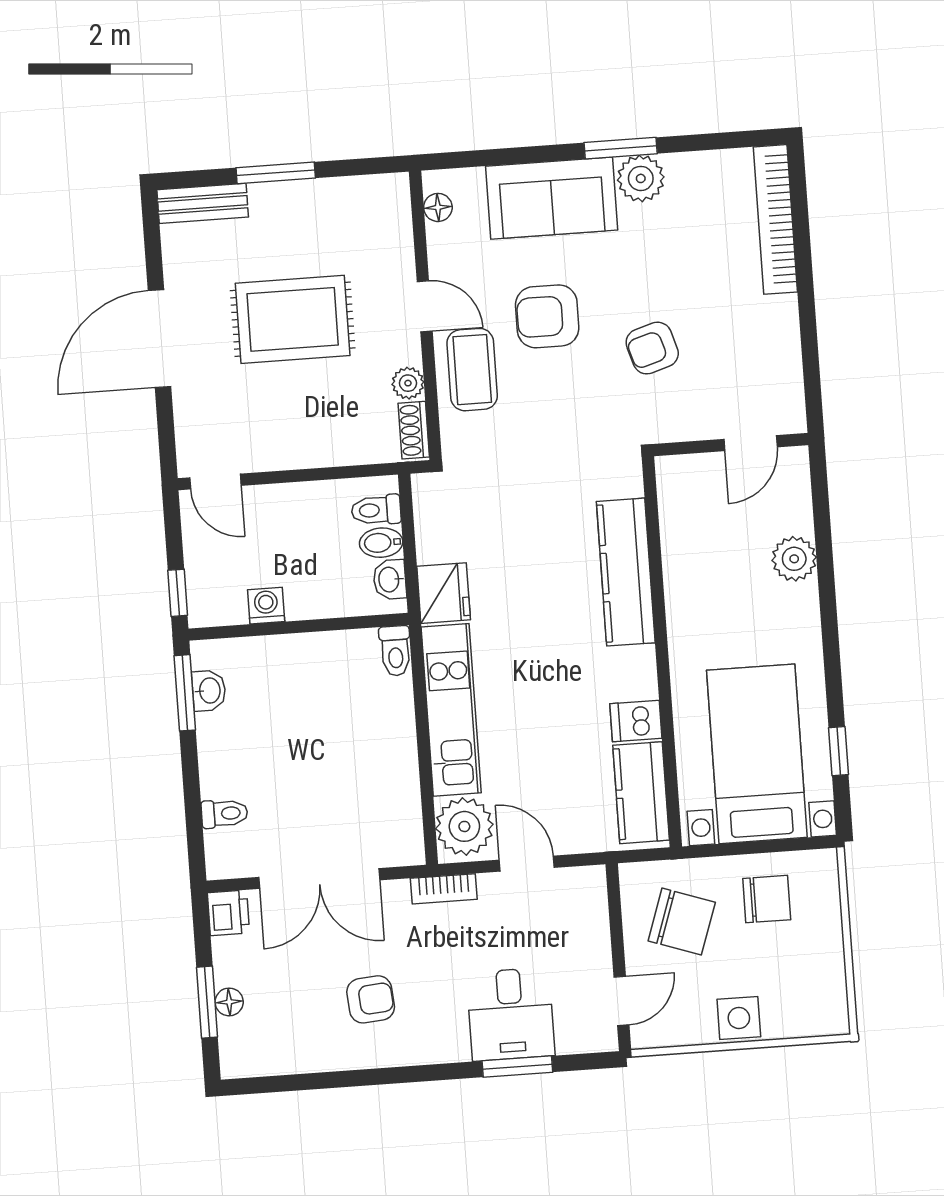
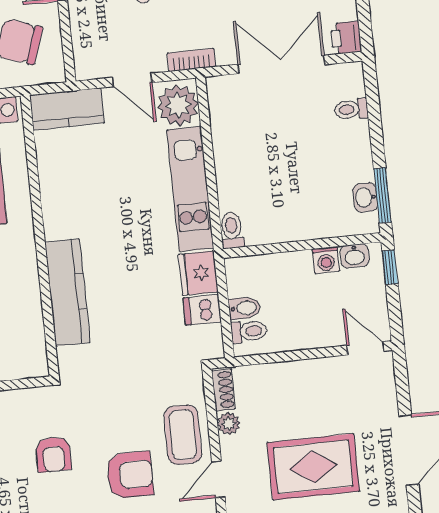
door: (425, 306) -> (218, 479), hinge flipped
armchair: (652, 348) -> (53, 454), turned 107
washbasin: (390, 580) -> (355, 256), moved, turned 90
dishwasher: (636, 721) -> (202, 310), moved, turned 180
kitchen counter: (641, 793) -> (67, 109), moved, turned 90

